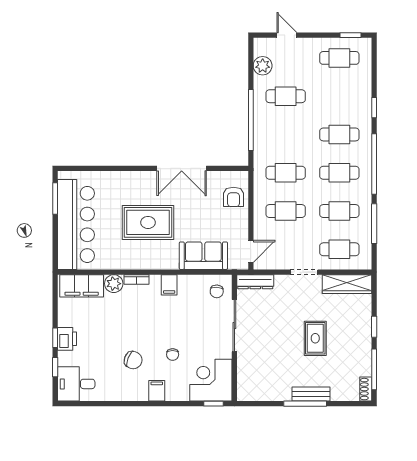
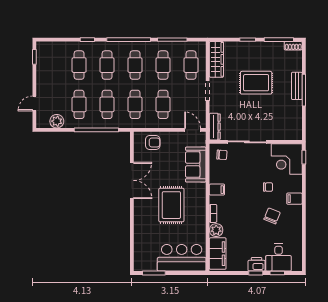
cafe table: (339, 58) -> (79, 65), moved
cafe table: (286, 134) -> (107, 104), added
bar counter: (76, 224) -> (182, 258), width x0.73
rug: (315, 338) -> (256, 83), width x1.36, depth x1.43
desk: (76, 384) -> (279, 258), moved

